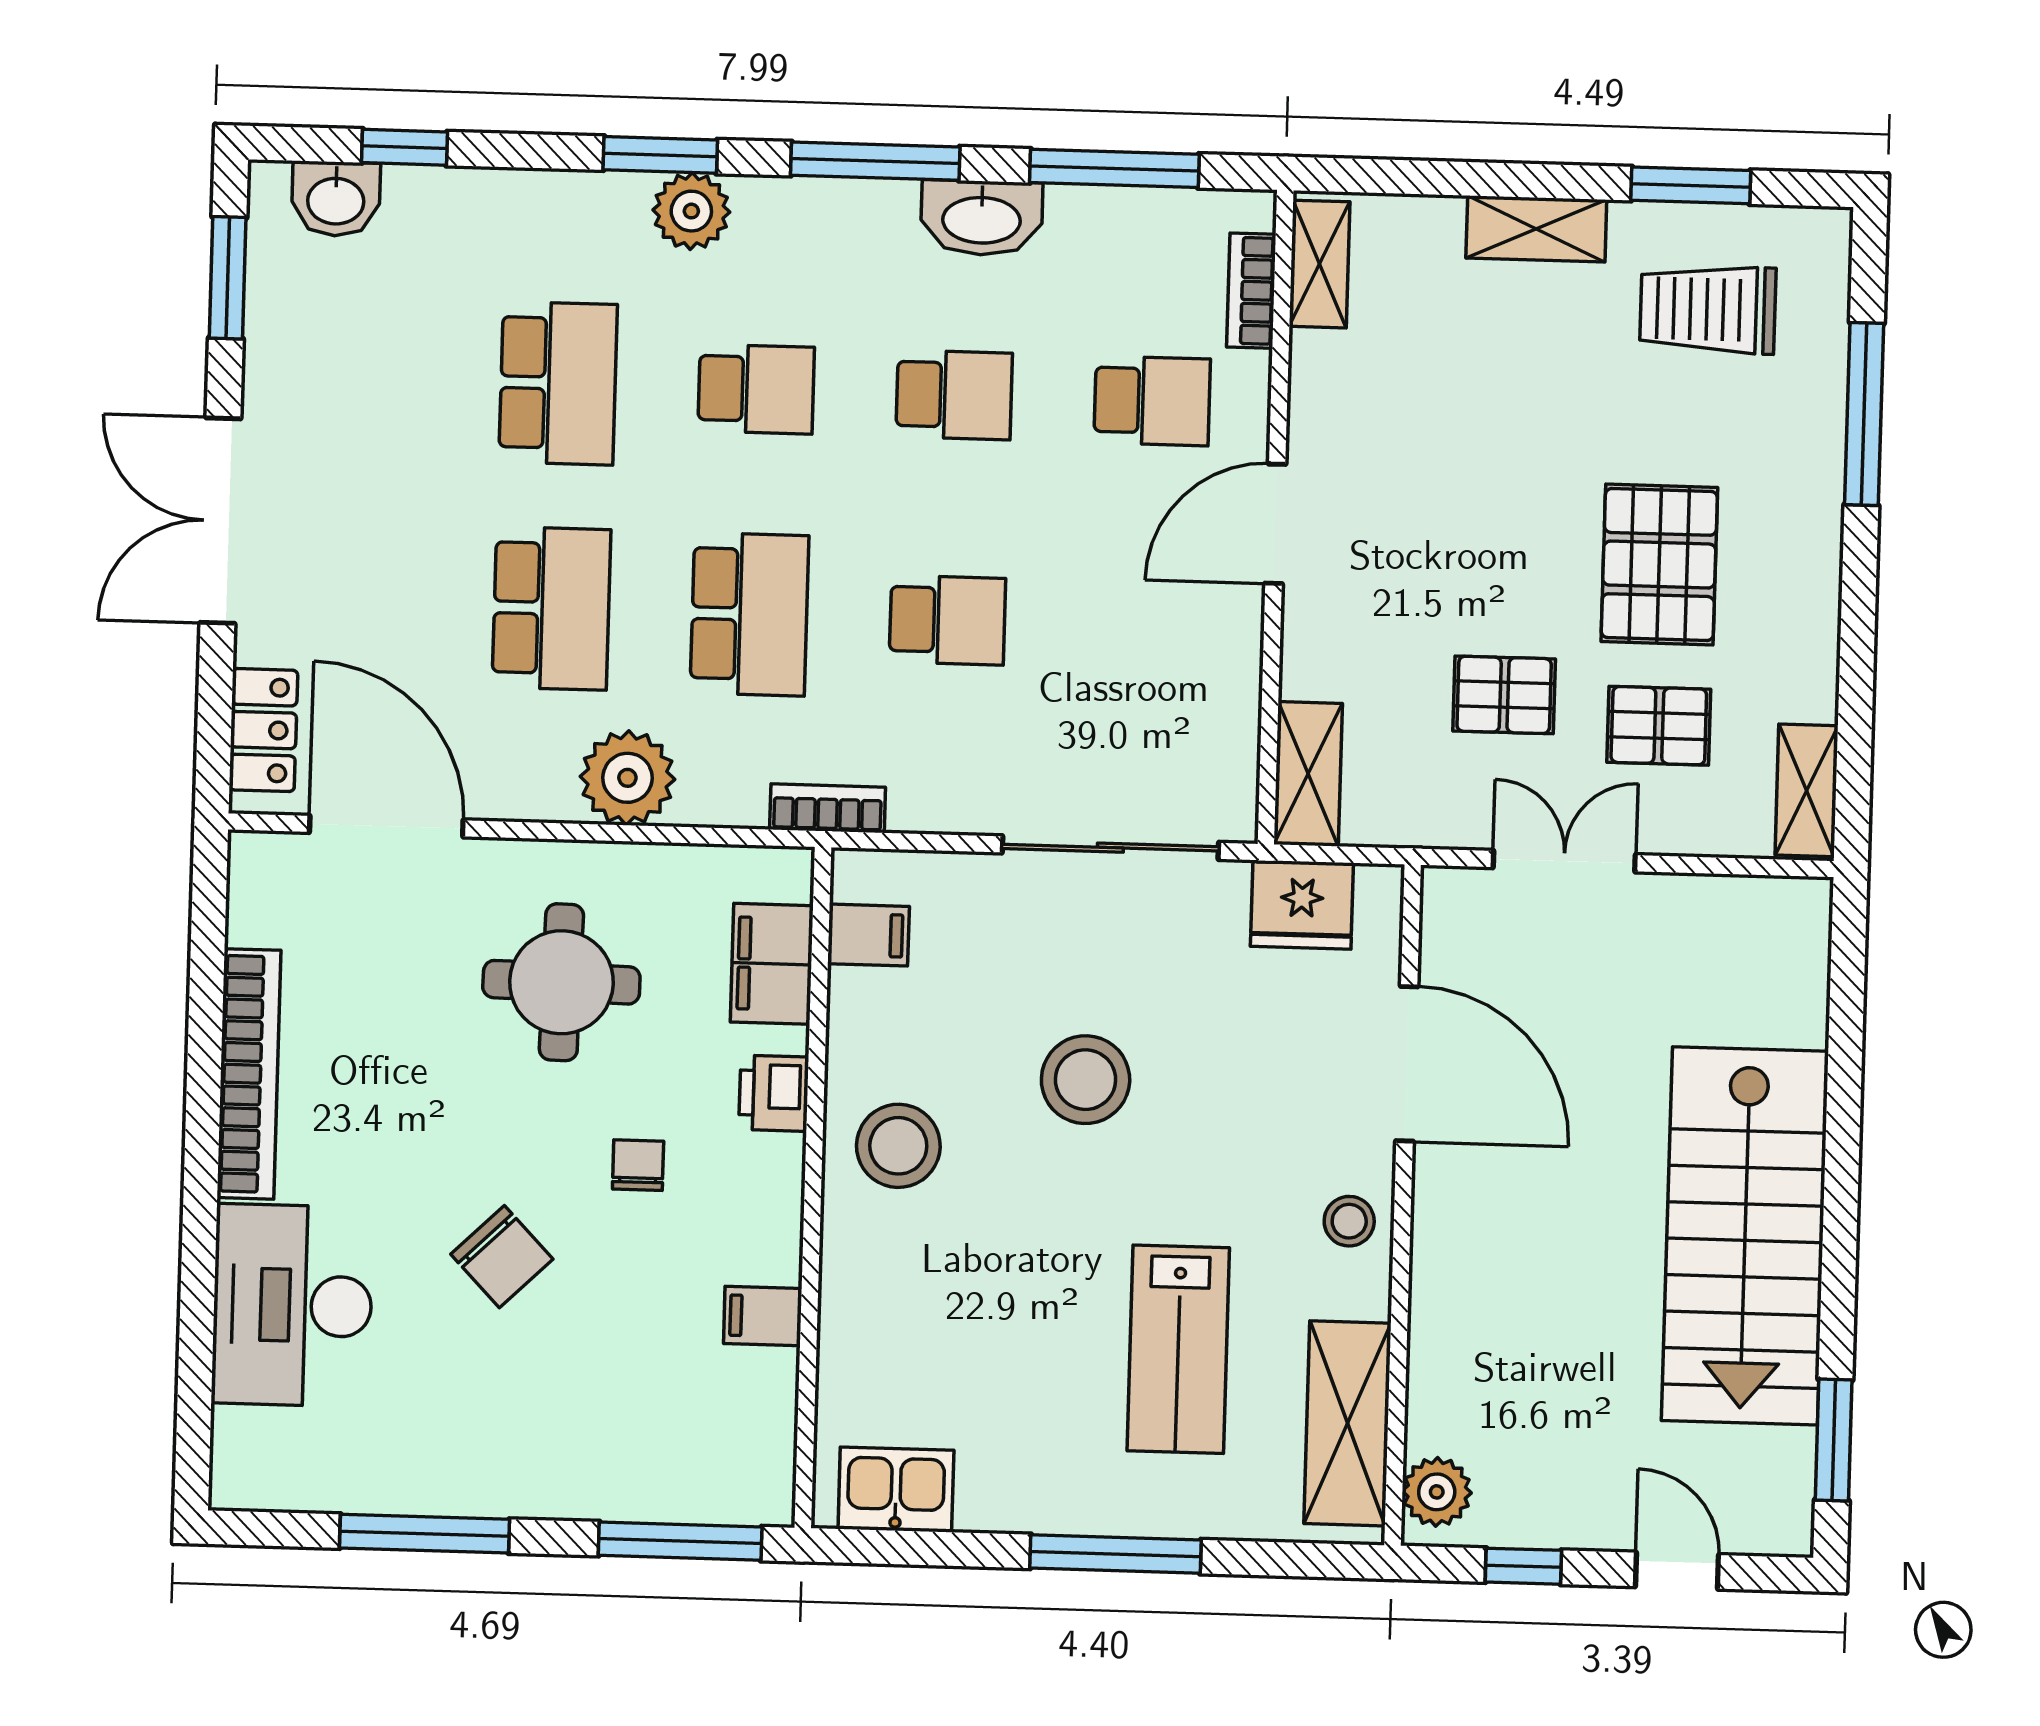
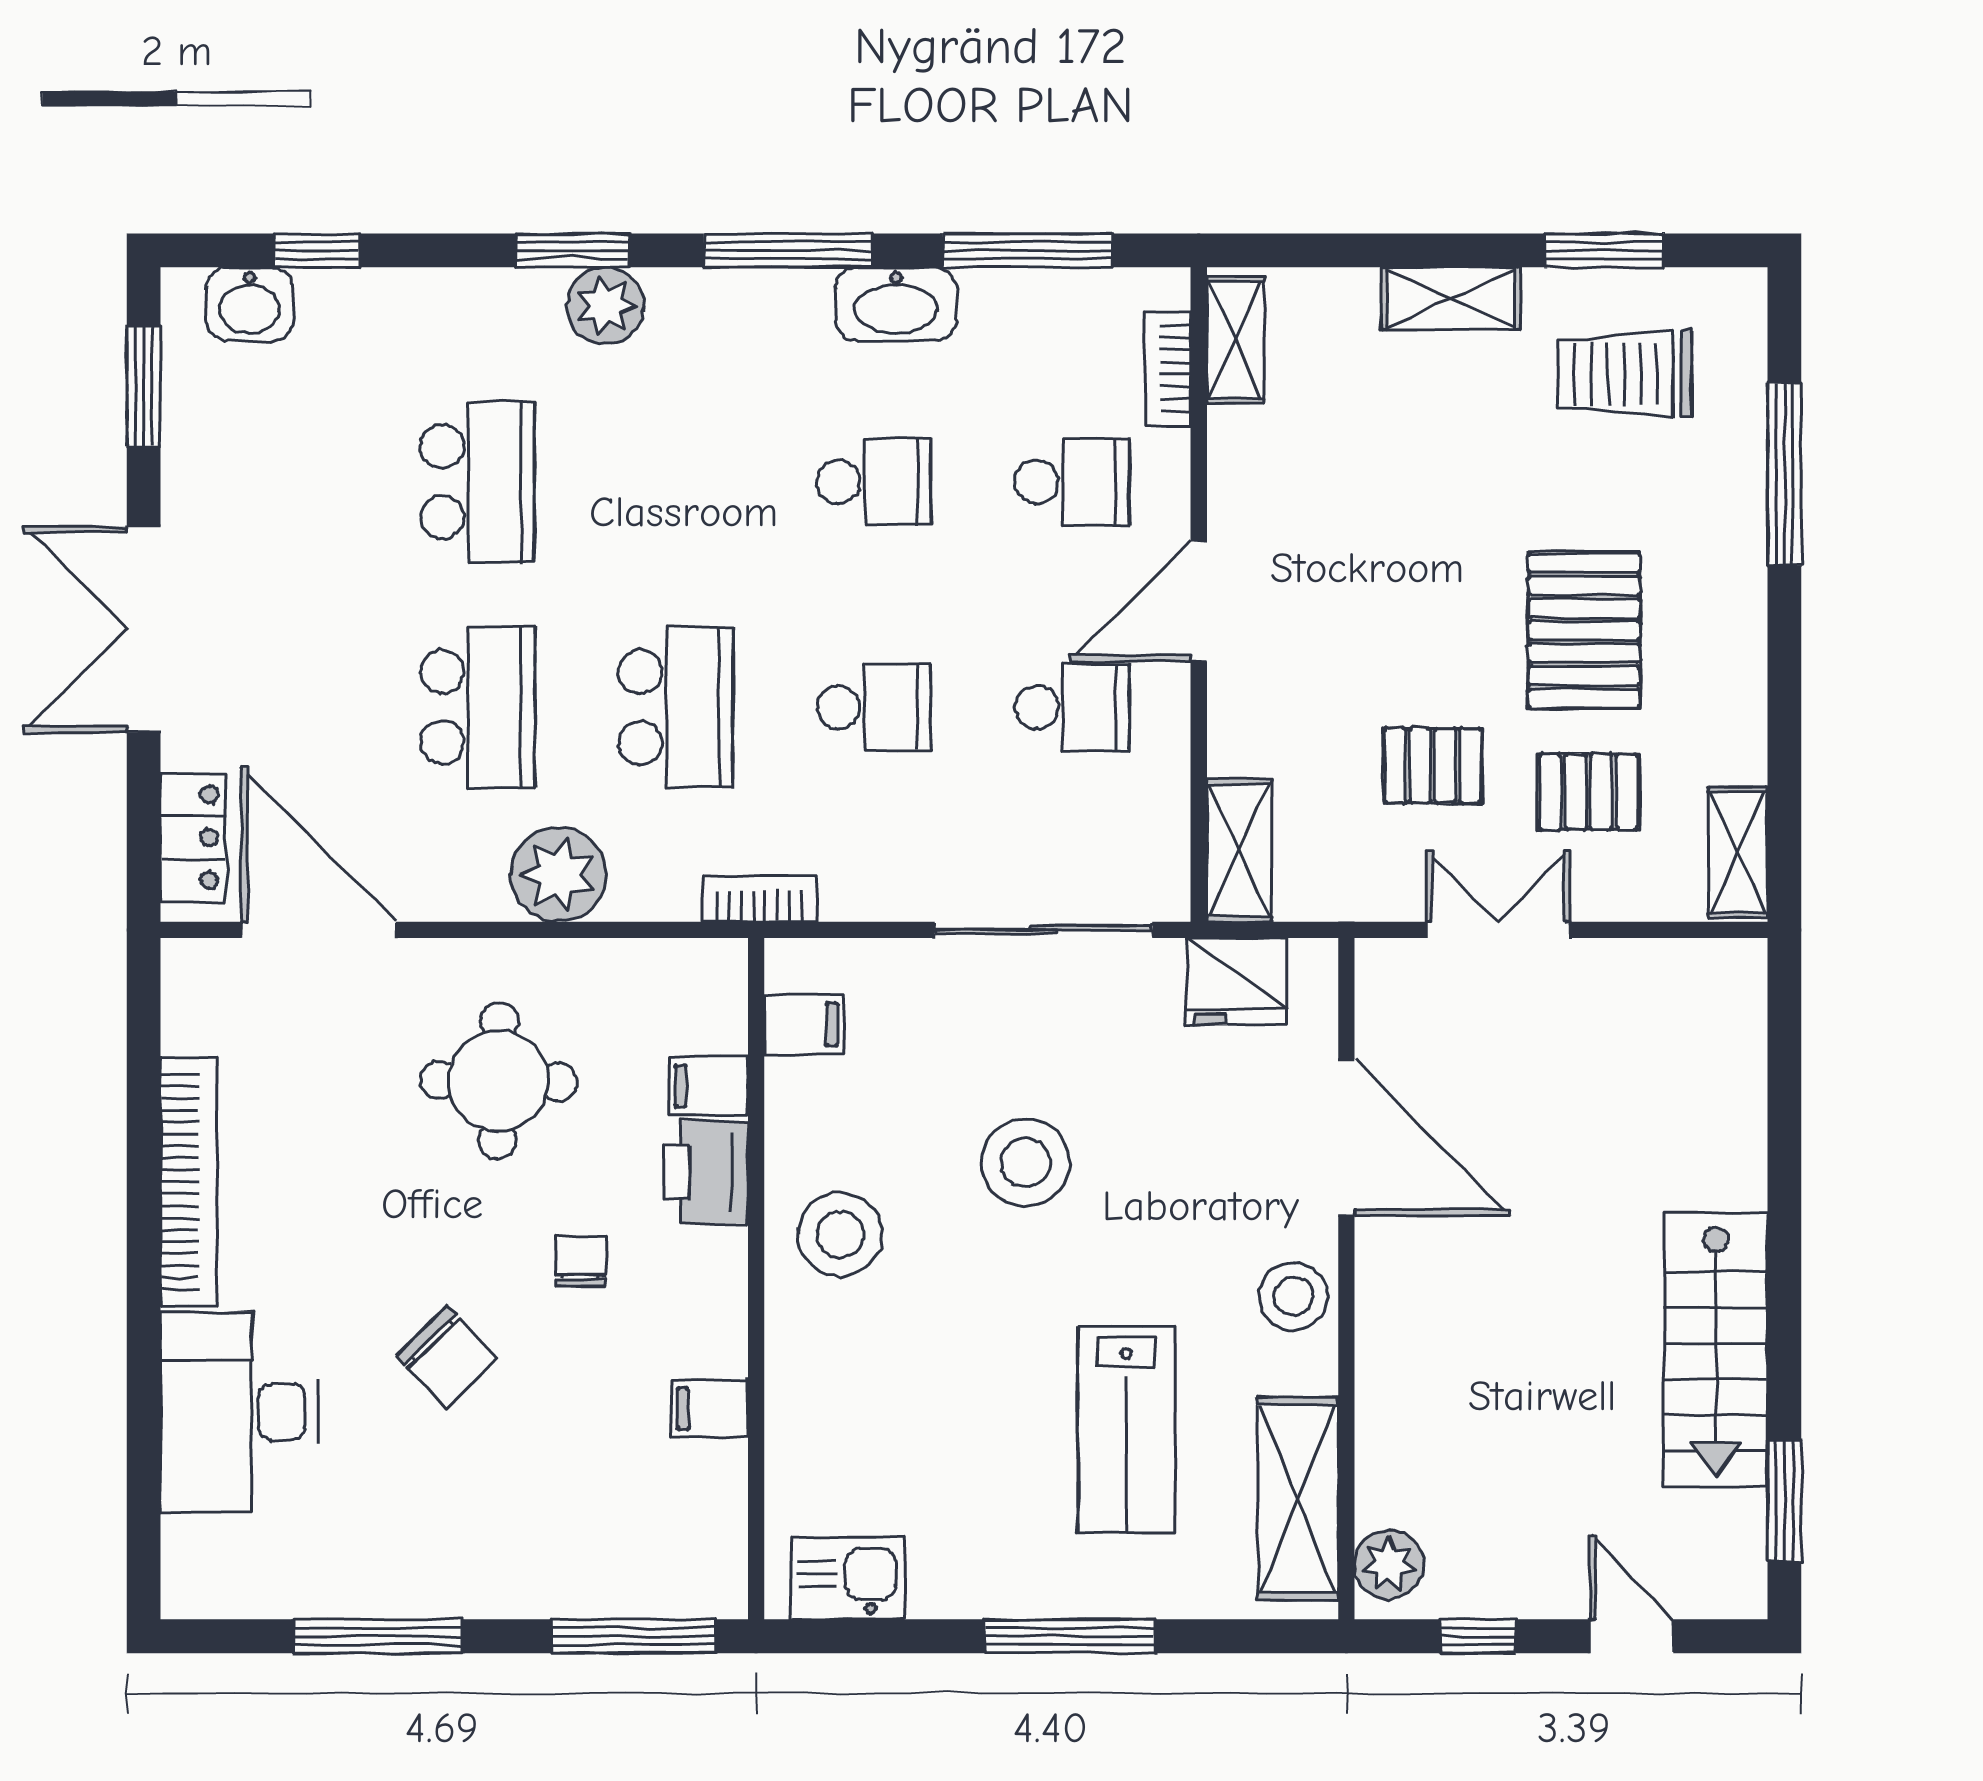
school desk: (756, 389) -> (1072, 707), moved
filing cabinet: (772, 964) -> (708, 1086), width x0.50
printer: (774, 1093) -> (706, 1172), width x1.36, depth x1.24
stool: (1349, 1221) -> (1293, 1296), width x1.37, depth x1.37
stairs: (1745, 1236) -> (1716, 1349), width x0.73, depth x0.66

